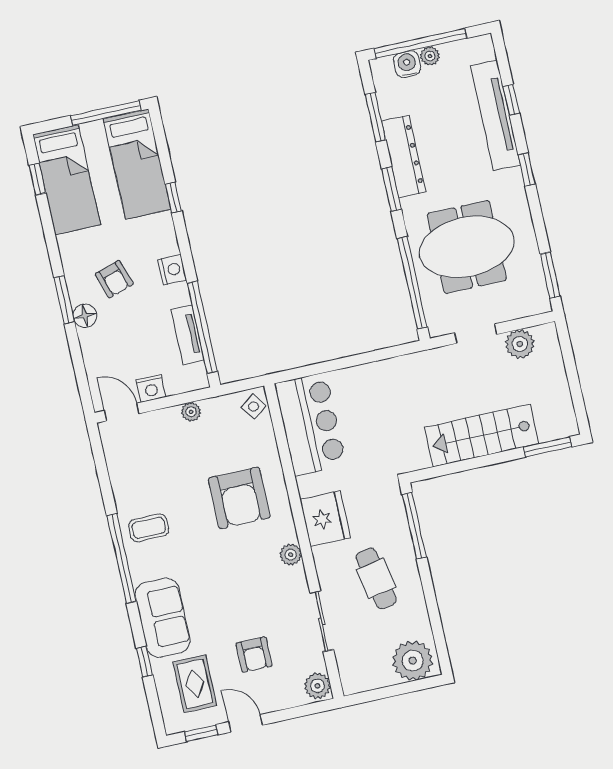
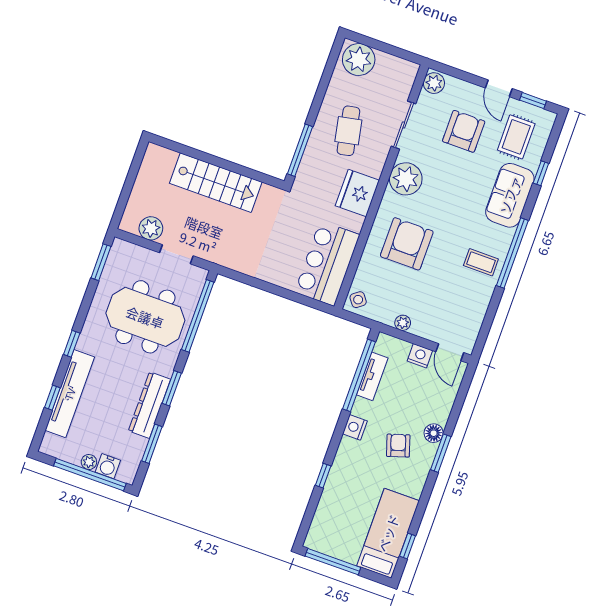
bed: (137, 164) -> (333, 514), removed
window: (548, 447) -> (176, 147), removed
plant: (291, 555) -> (406, 179), width x1.88, depth x1.88
armchair: (254, 655) -> (464, 131), width x1.38, depth x1.38

